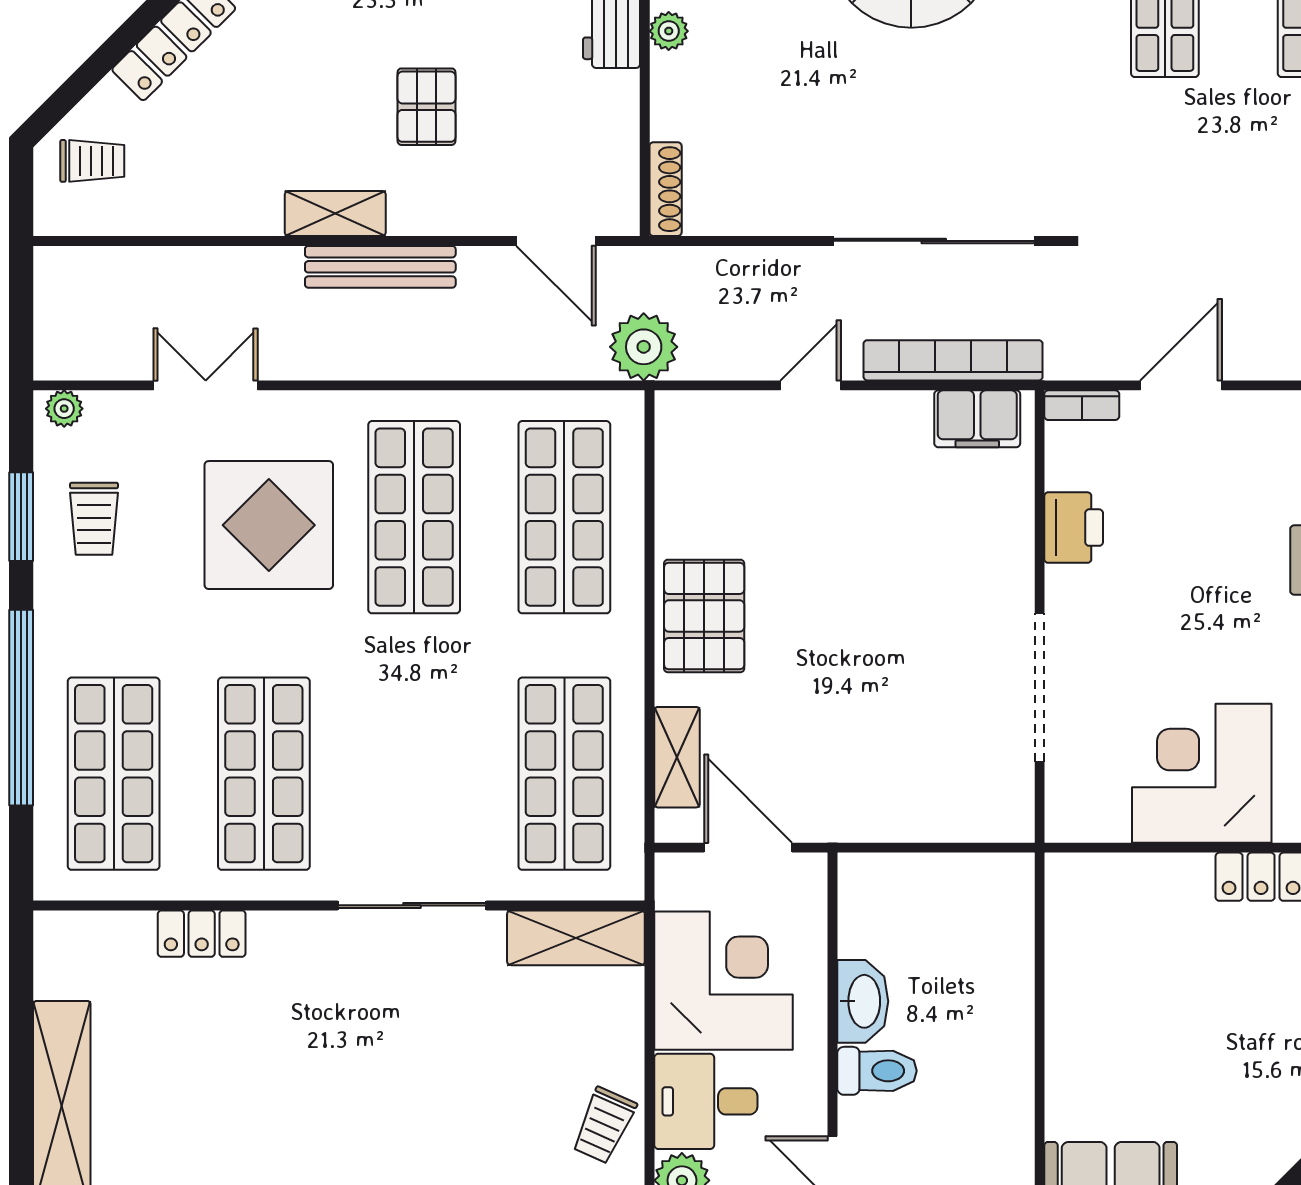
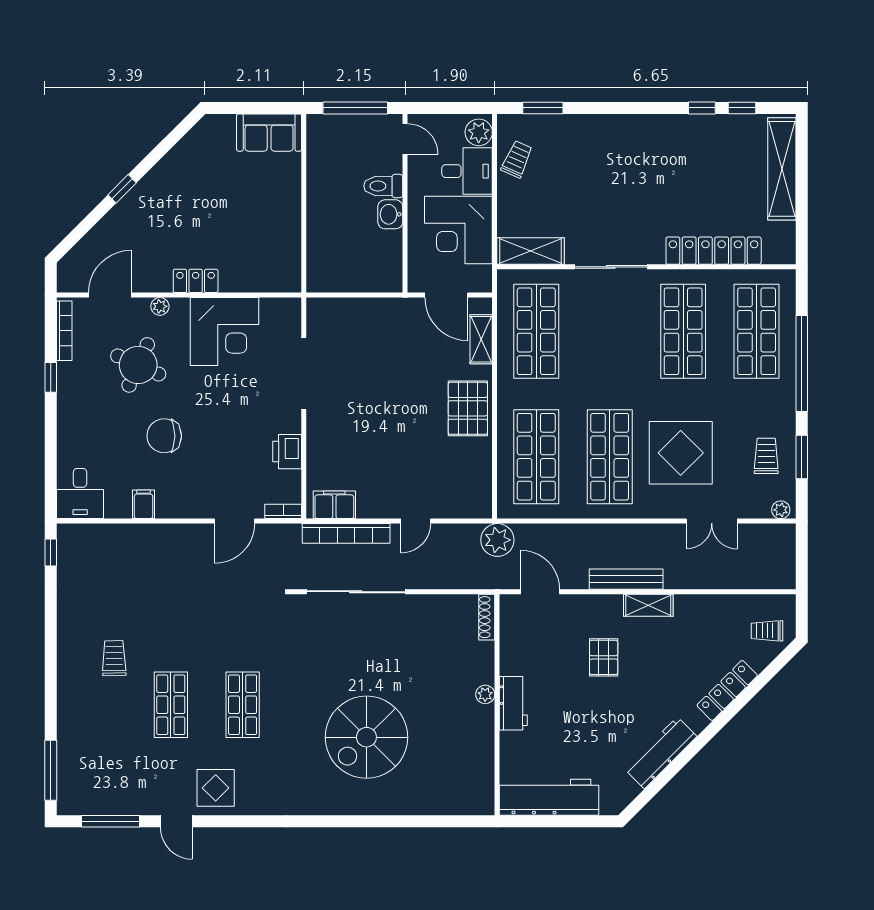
locker: (202, 934) -> (714, 251), width x2.16, depth x1.21
washbasin: (863, 1001) -> (390, 214), width x0.72

